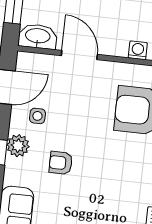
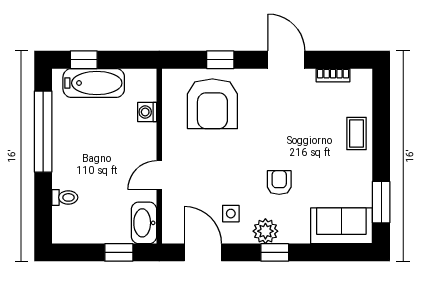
door: (79, 55) -> (159, 175), width x0.73
armchair: (61, 163) -> (279, 183), turned 180

